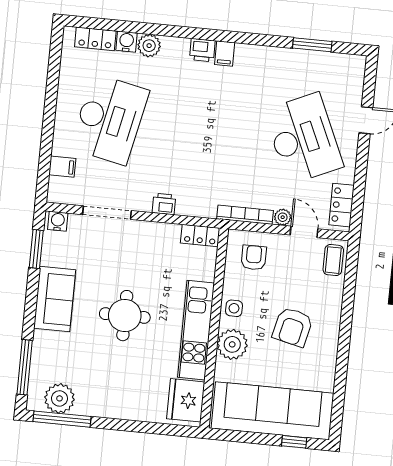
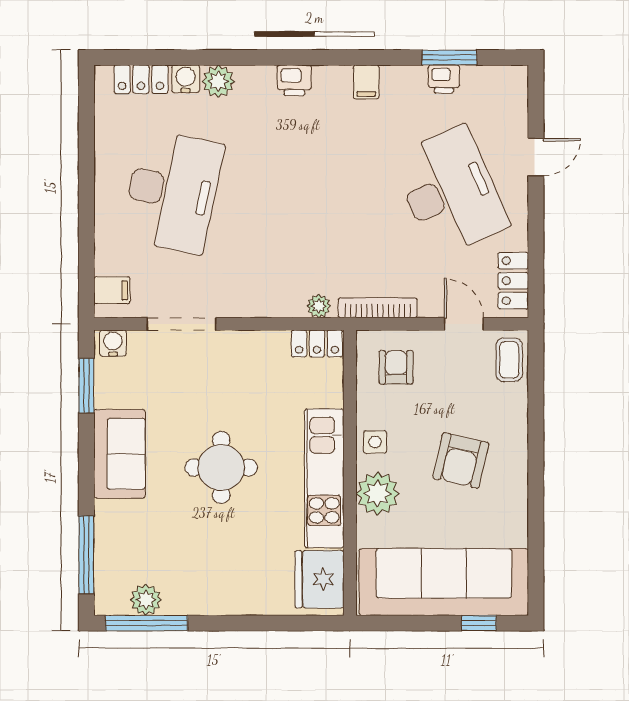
filing cabinet: (225, 53) -> (366, 82), moved
filing cabinet: (62, 167) -> (112, 290), moved
printer: (164, 204) -> (444, 79), moved, turned 180
plant: (283, 217) -> (319, 306), moved
plant: (59, 398) -> (146, 600), width x0.73, depth x0.73

